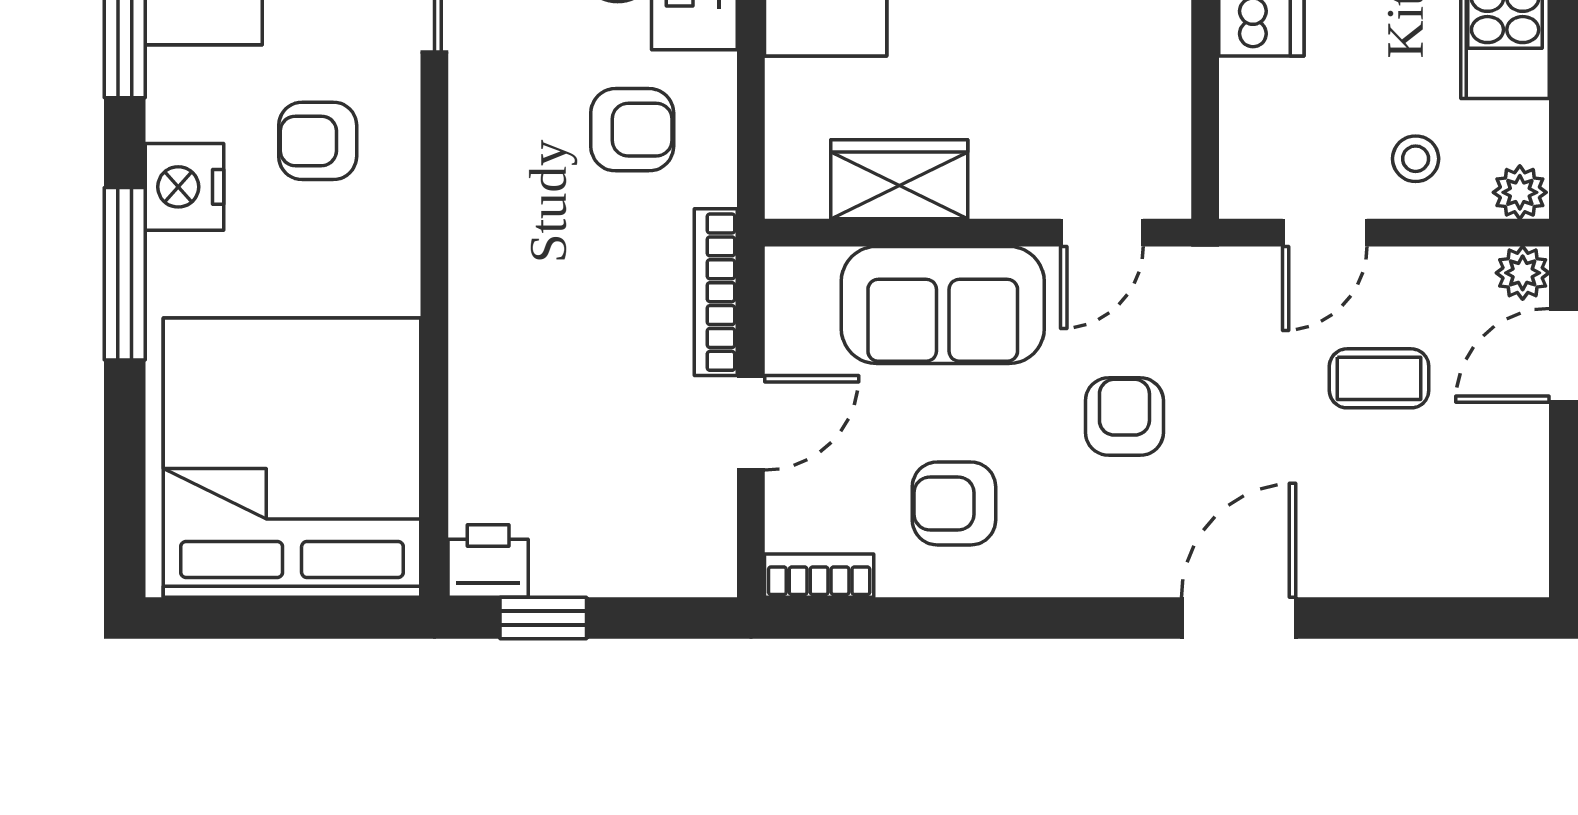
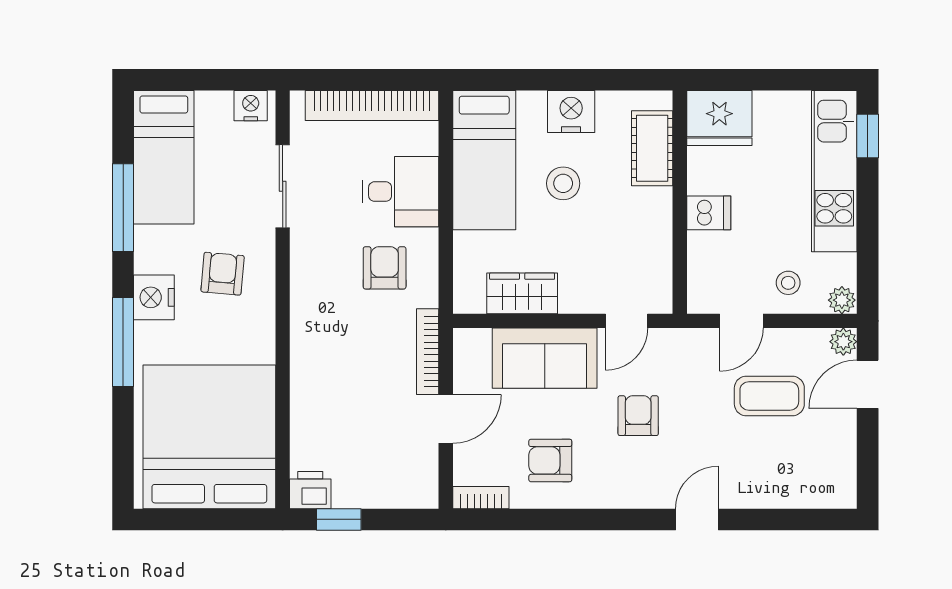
armchair: (632, 130) -> (385, 268), turned -90
armchair: (318, 141) -> (223, 274), turned 95
coffee table: (1379, 378) -> (769, 396), width x1.36, depth x1.30
door: (1239, 618) -> (697, 519), width x0.73

